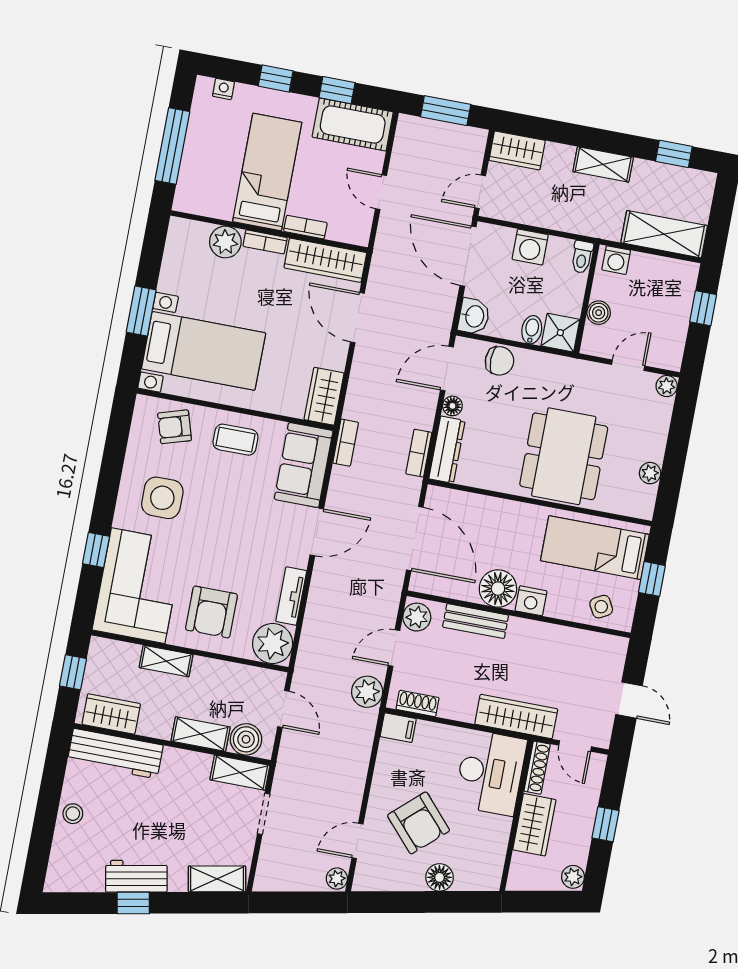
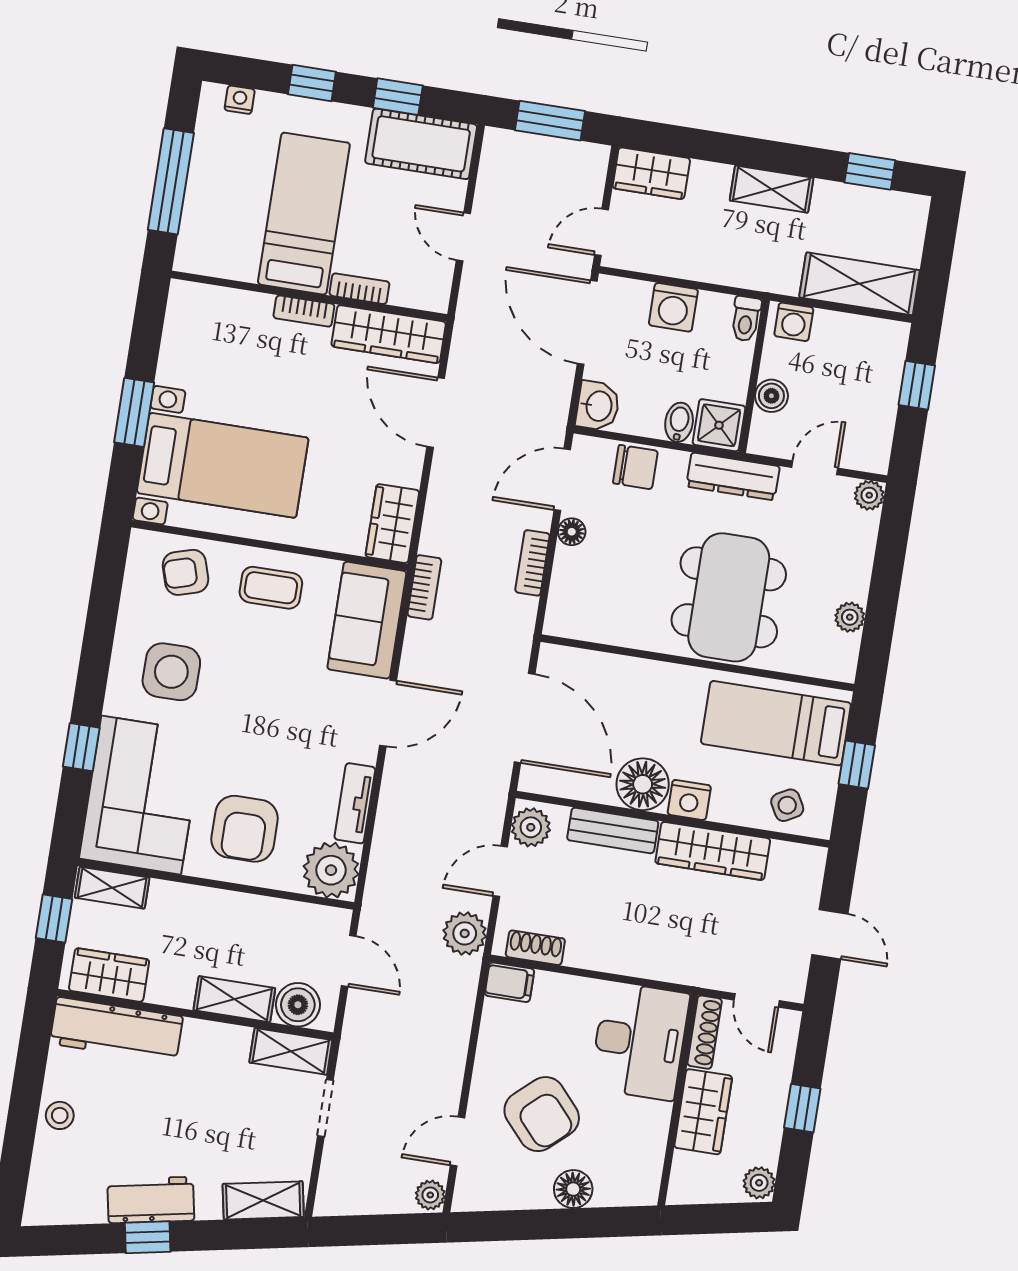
plant: (225, 242) -> (249, 313), removed
dresser: (447, 450) -> (733, 476), moved, turned 90
bookcase: (419, 453) -> (532, 563), moved
shelving: (166, 661) -> (112, 888), moved
wardrobe: (516, 717) -> (713, 851), moved, turned 180

